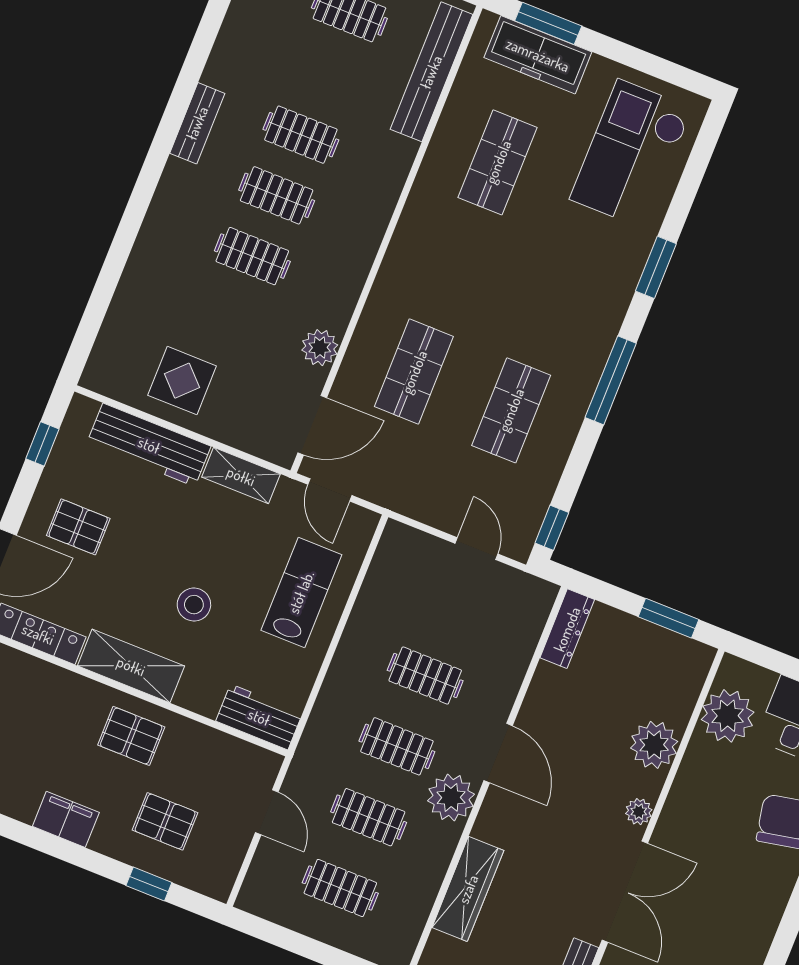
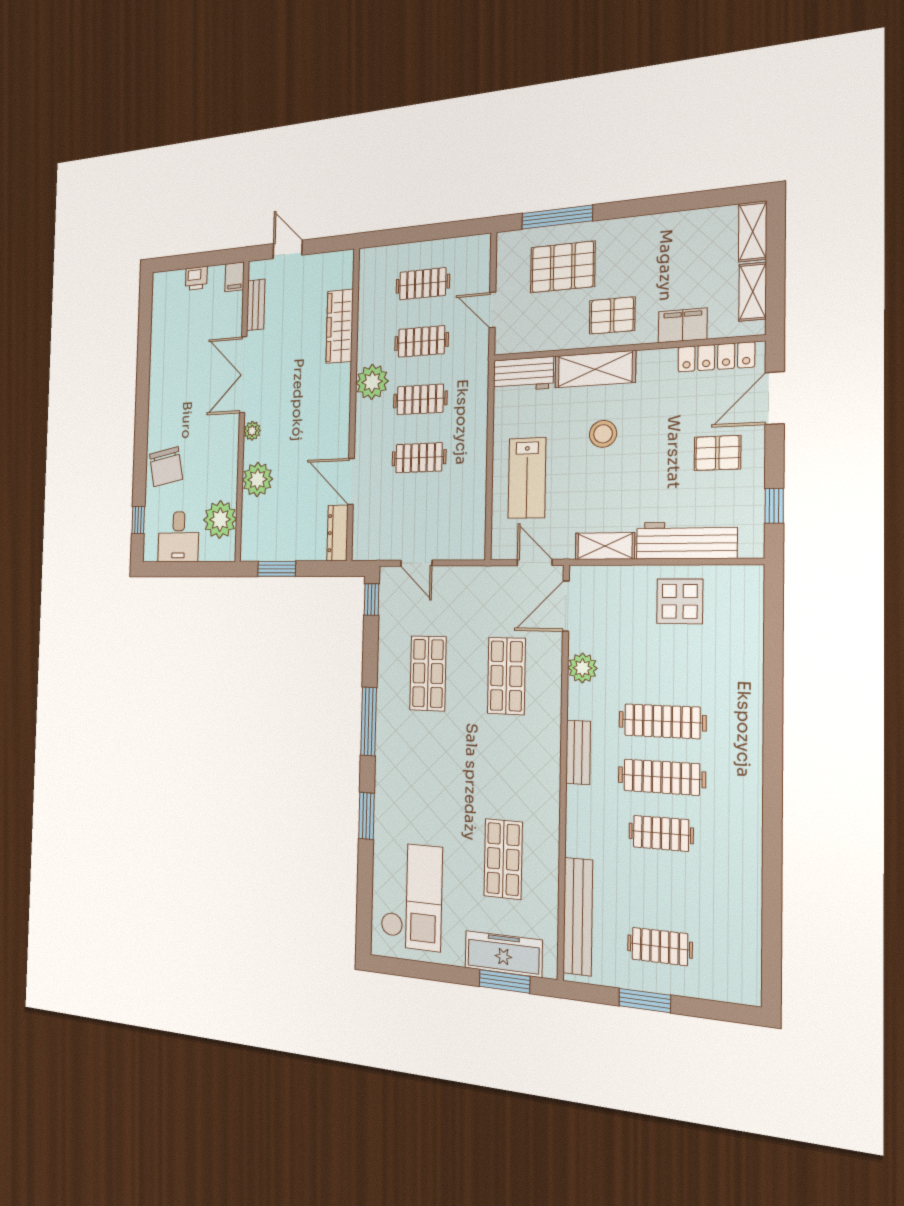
bench: (197, 123) -> (578, 752), moved
clothes rail: (277, 195) -> (662, 777), width x1.36
clothes rail: (252, 256) -> (662, 721), width x1.36
shelving: (131, 666) -> (595, 369), moved
door: (498, 753) -> (351, 481), moved
filing cabinet: (66, 819) -> (683, 325), moved, turned 180
pallet: (165, 821) -> (563, 267), width x1.50, depth x1.42
window: (149, 884) -> (557, 217), width x2.17

